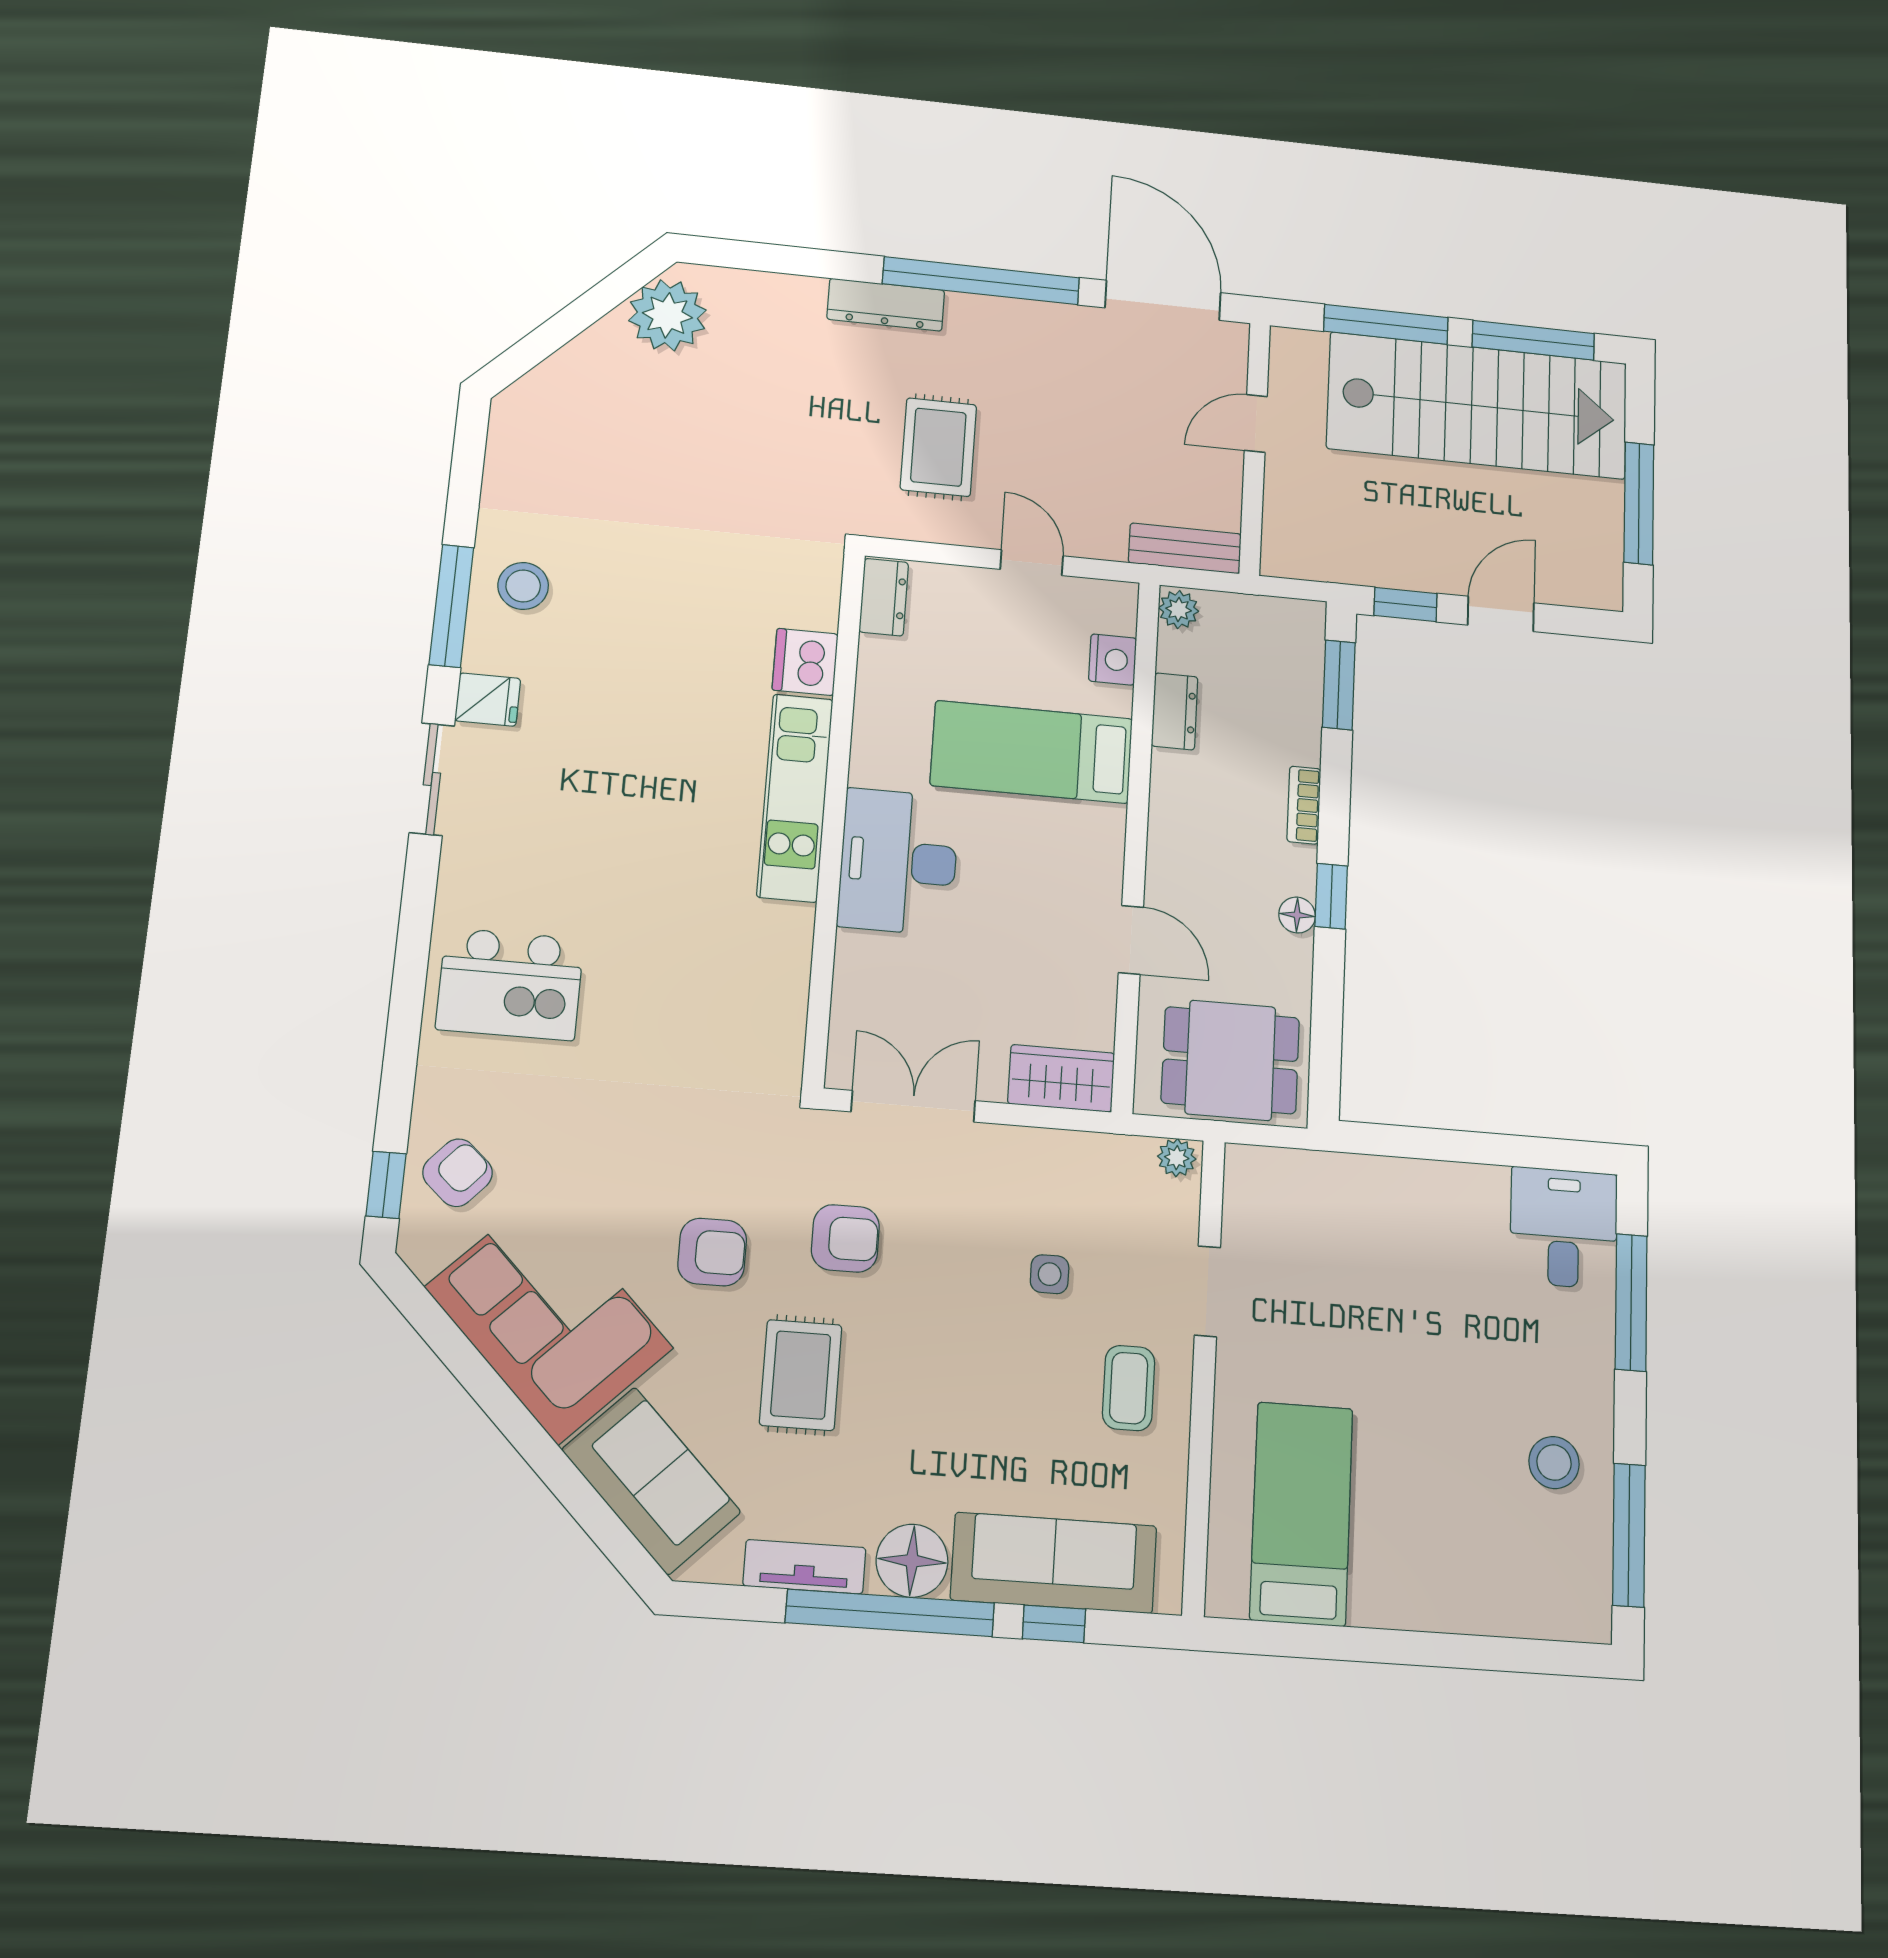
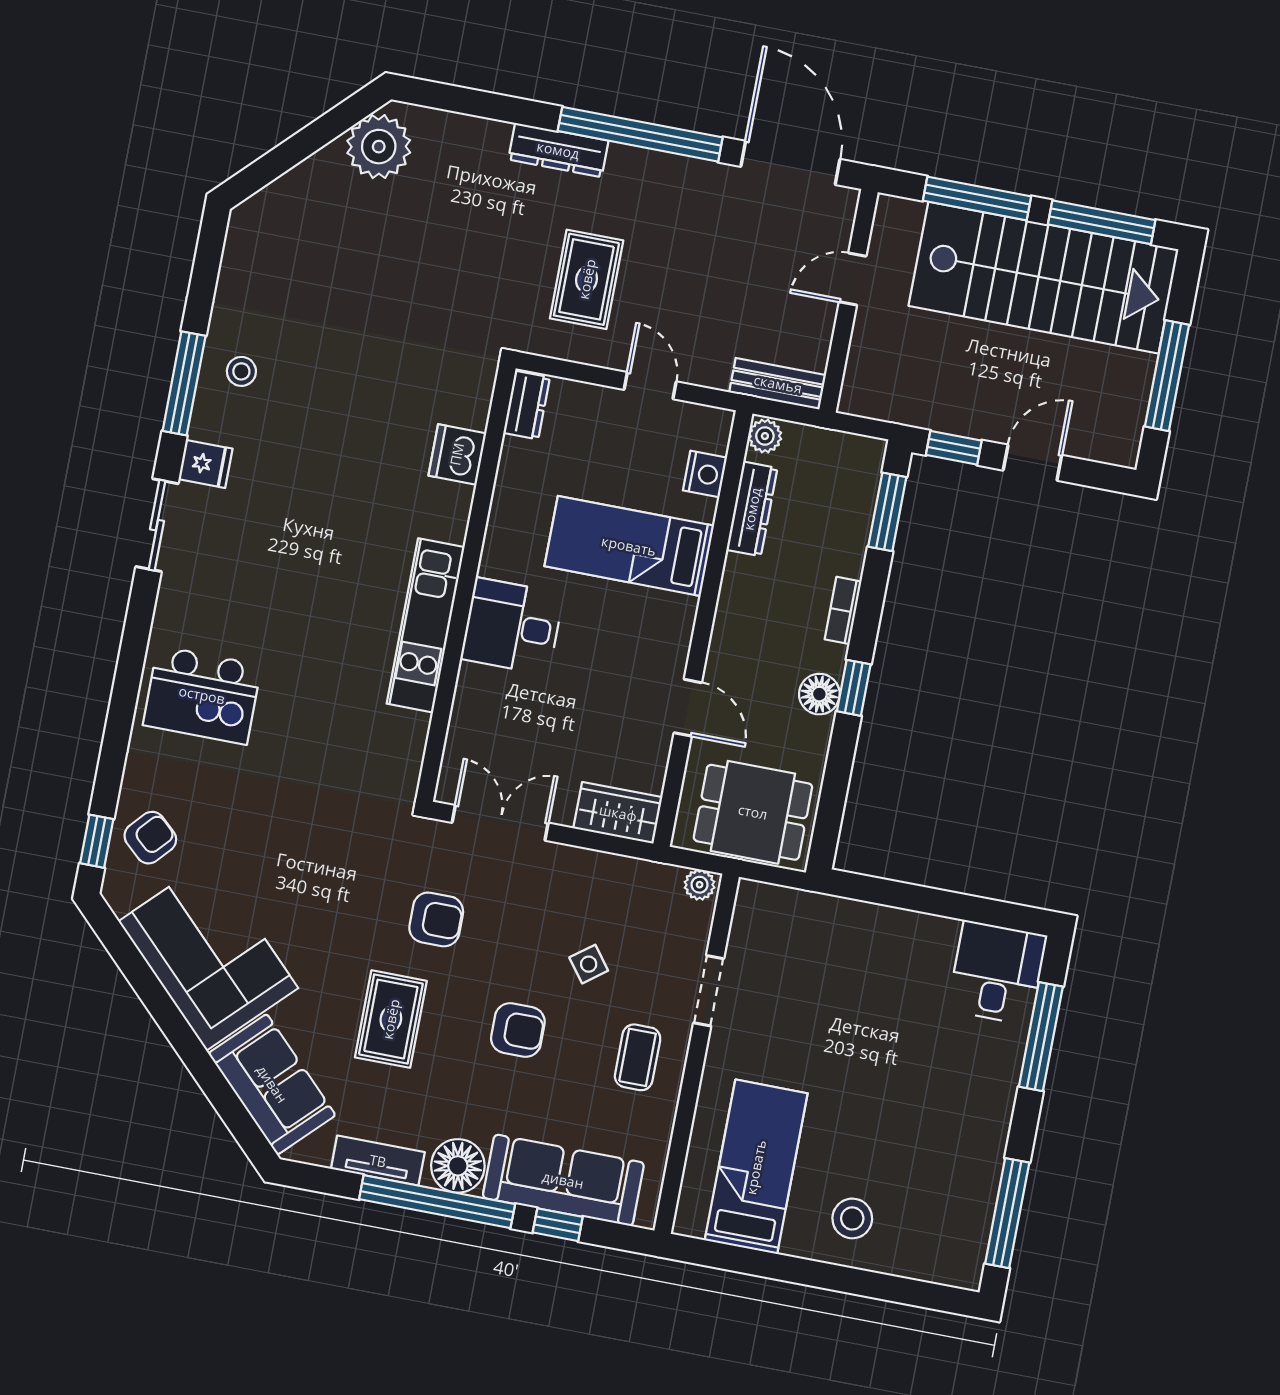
stool: (523, 586) -> (241, 371), width x0.73, depth x0.73
dresser: (1175, 711) -> (752, 509), width x1.44
kitchen unit: (795, 798) -> (426, 625), moved
desk: (898, 862) -> (512, 626), width x0.73
floor lamp: (1297, 915) -> (819, 694), width x1.37, depth x1.37
armchair: (712, 1252) -> (518, 1030), moved
side table: (1050, 1274) -> (589, 964), turned -37
stool: (1554, 1463) -> (852, 1218), moved

